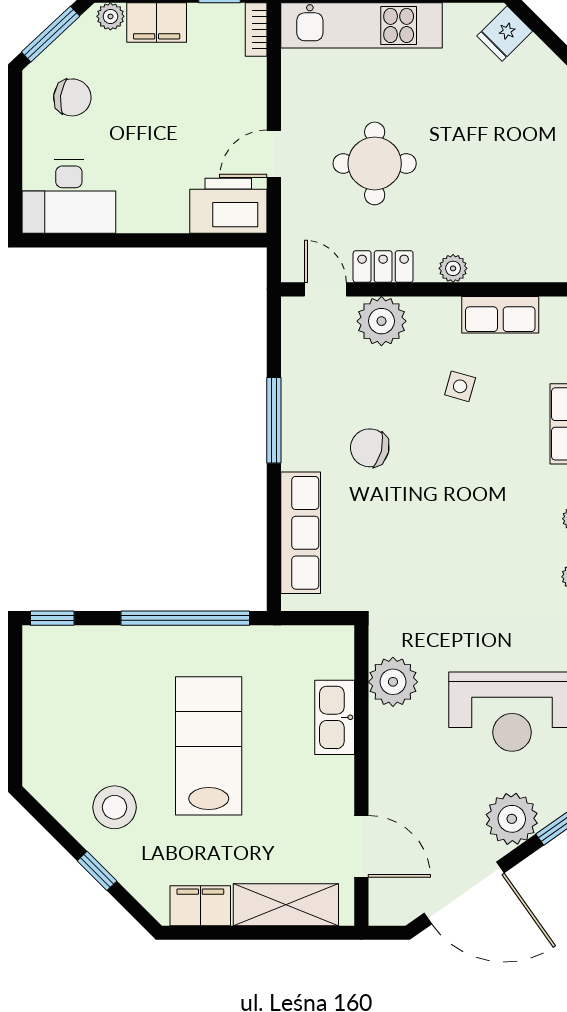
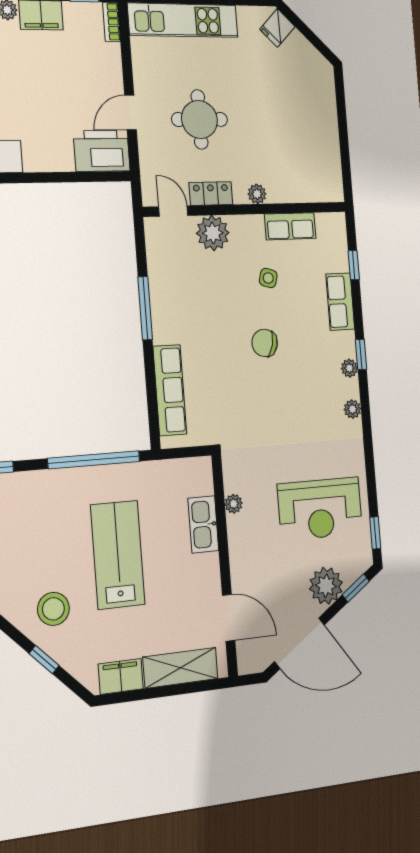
chair: (370, 448) -> (265, 343), moved
plant: (393, 682) -> (234, 504), width x0.53, depth x0.53

